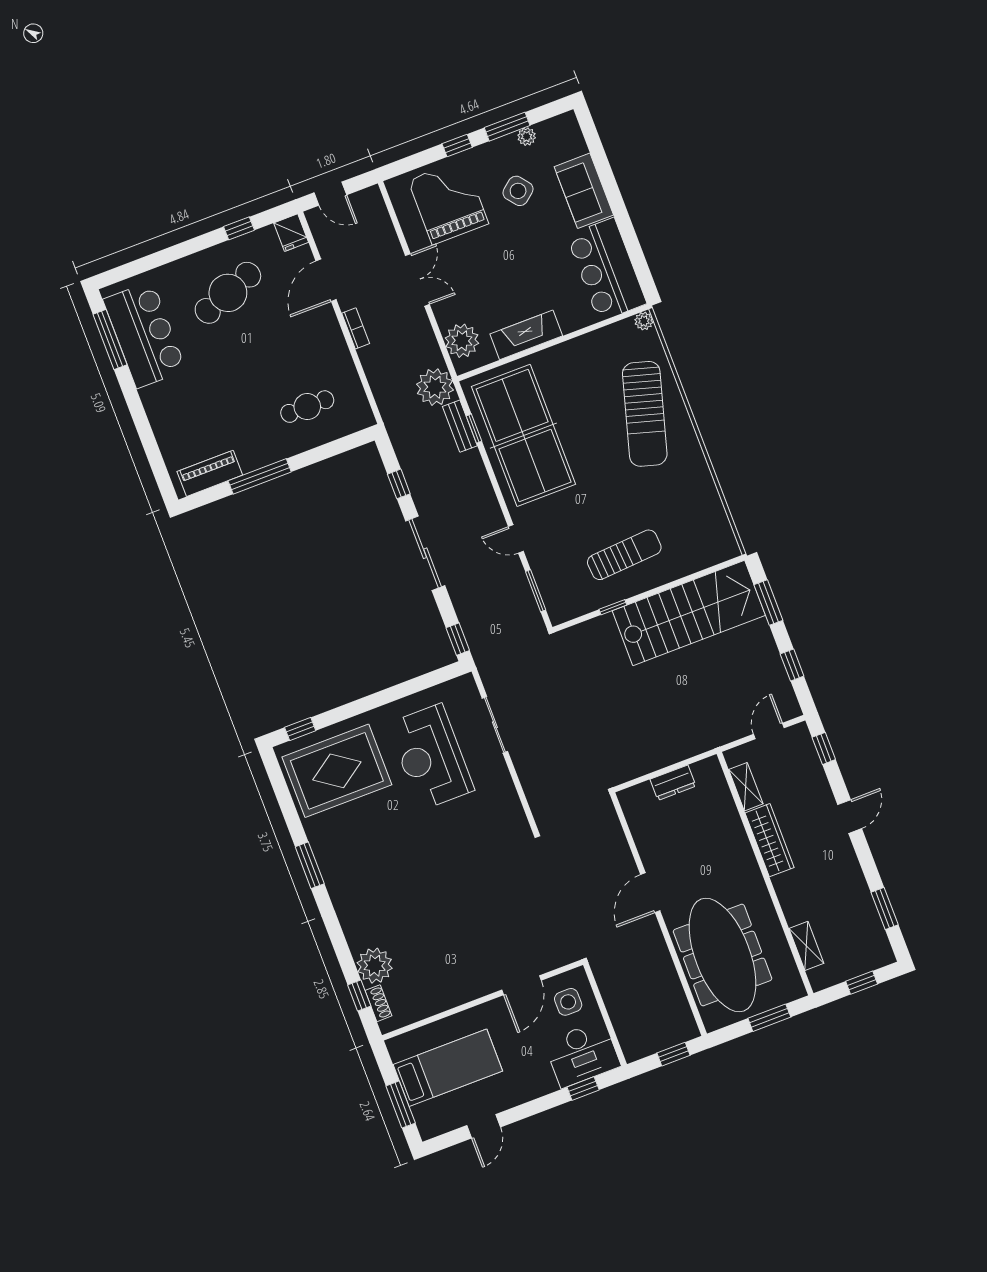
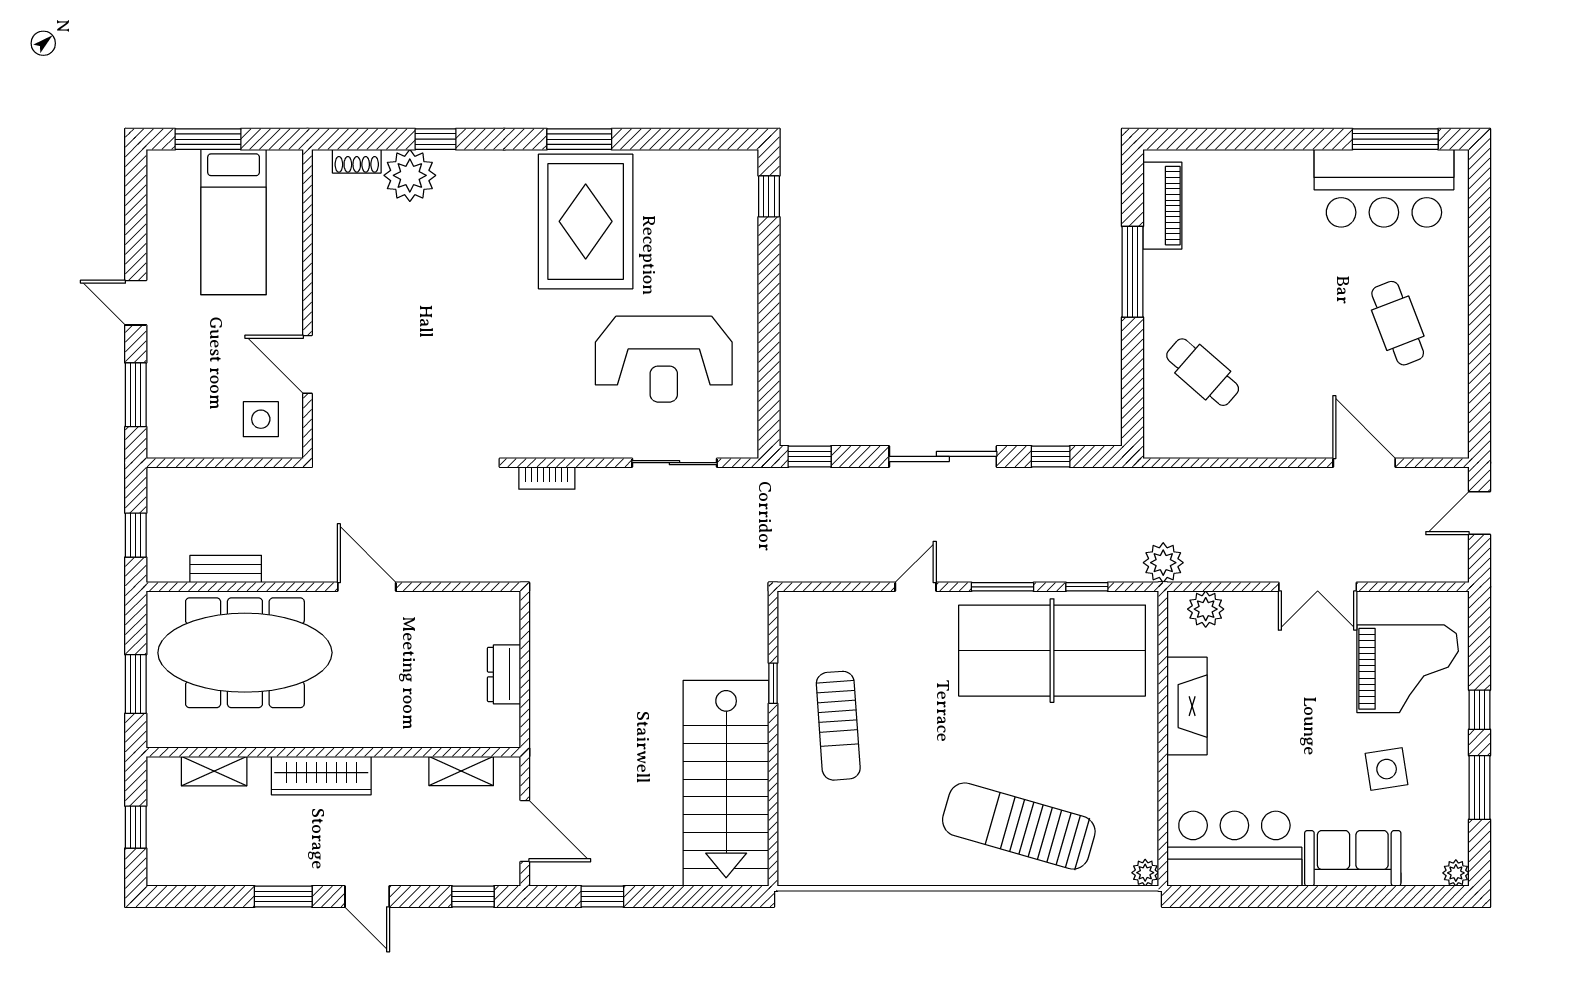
plant: (527, 137) -> (1456, 873), moved
side table: (518, 191) -> (1387, 769), turned 30
window: (239, 228) -> (1479, 371), removed
fridge: (291, 233) -> (1447, 440), removed
cafe table: (228, 293) -> (1398, 323), width x0.73, depth x0.74
bookcase: (356, 328) -> (547, 478), moved
plant: (462, 341) -> (1206, 609), width x0.73, depth x0.73
plant: (435, 387) -> (1163, 563), width x0.73, depth x0.73
cafe table: (307, 407) -> (1203, 372), turned -49
bench: (460, 426) -> (226, 569), moved
window: (536, 591) -> (1002, 587), moved
window: (768, 603) -> (699, 896), removed
door: (769, 731) -> (525, 831), width x1.38
reception desk: (431, 757) -> (664, 359), turned 180
rug: (337, 771) -> (586, 221), moved
wardrobe: (770, 840) -> (321, 776), moved
window: (885, 909) -> (283, 896), moved
window: (359, 995) -> (436, 139), moved
desk: (582, 1054) -> (183, 412), removed
window: (583, 1088) -> (136, 395), width x1.50
door: (484, 1126) -> (136, 303), moved

